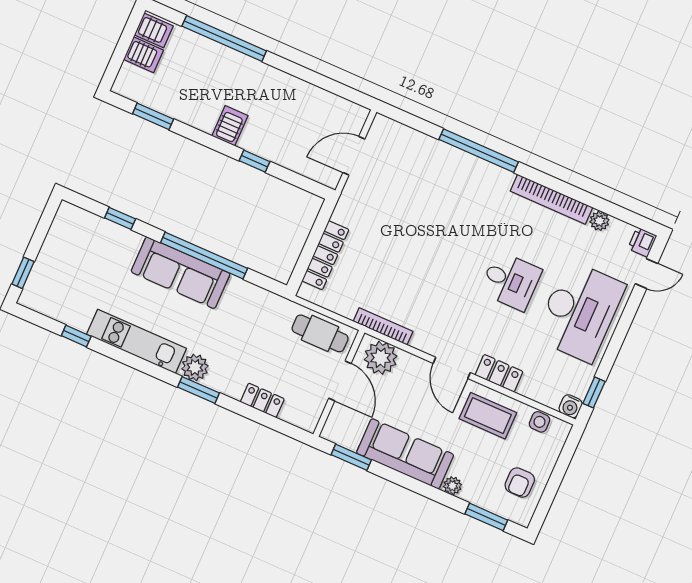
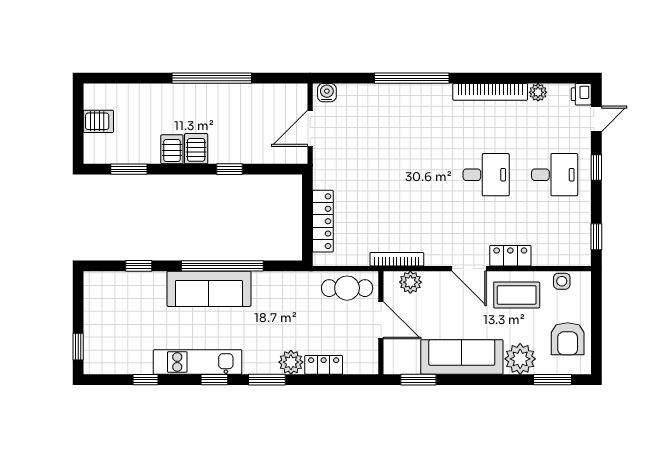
server rack: (154, 30) -> (172, 149), moved, turned -90
window: (224, 38) -> (212, 78), moved
desk: (580, 311) -> (555, 175), width x0.53, depth x0.77
window: (625, 323) -> (596, 168), added
plant: (381, 358) -> (410, 282), width x0.73, depth x0.73
window: (146, 367) -> (214, 380), added
plant: (195, 367) -> (291, 362), moved
water cooler: (571, 406) -> (327, 93), moved, turned 180
armchair: (520, 482) -> (568, 339), width x1.38, depth x1.38
plant: (452, 486) -> (520, 359), width x1.88, depth x1.88

